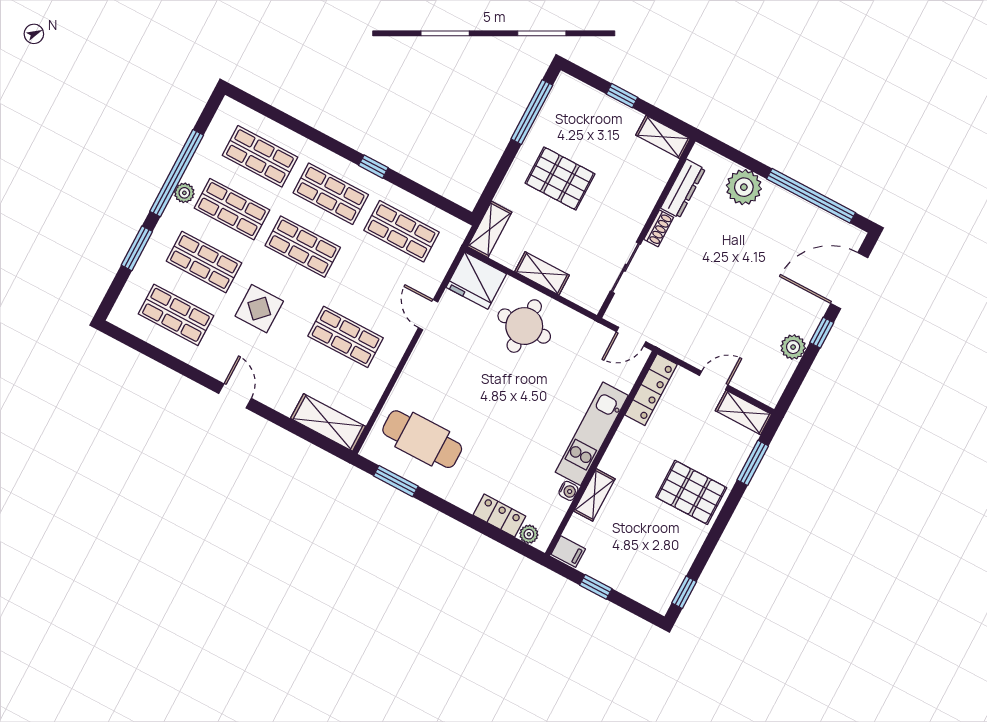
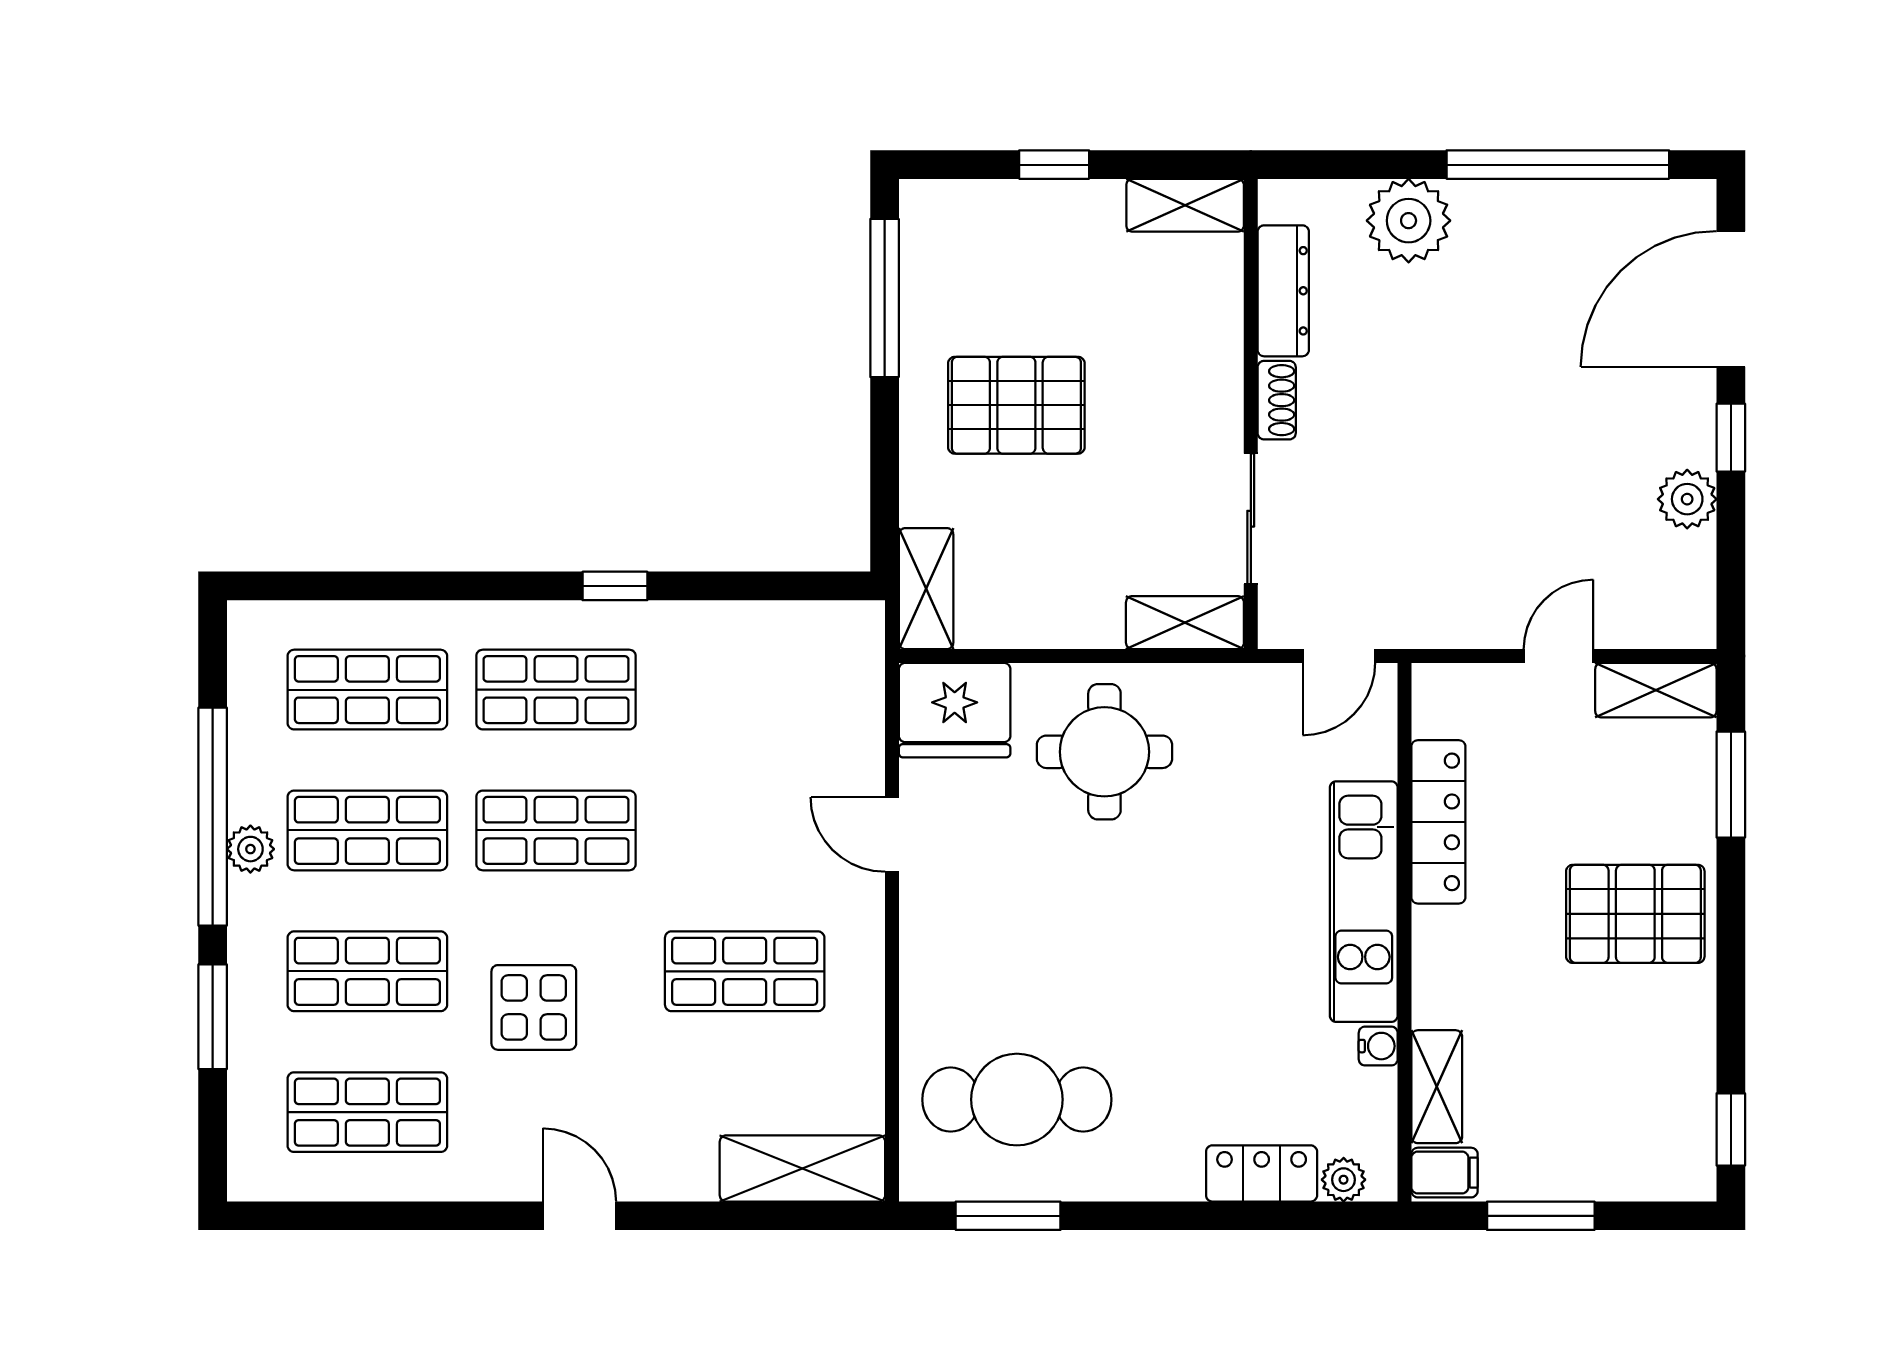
shop shelf: (402, 231) -> (745, 690), removed
shelving: (542, 273) -> (1185, 623), moved
locker: (651, 390) -> (1438, 822), moved
shelving: (594, 495) -> (1437, 1087), moved
window: (596, 587) -> (1541, 1216), width x1.50

